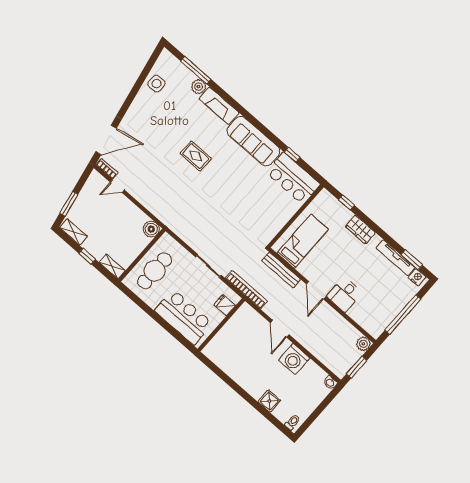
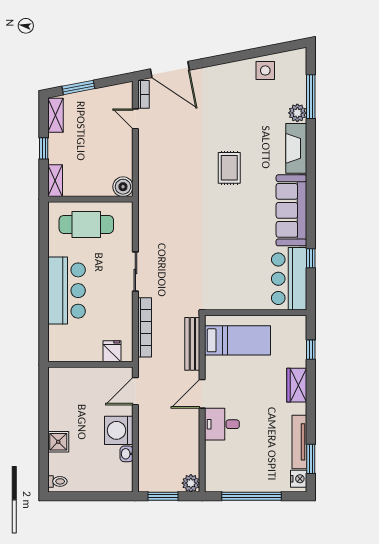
fridge: (225, 305) -> (112, 351), moved
wall: (221, 325) -> (90, 364), moved
washbasin: (330, 383) -> (127, 454), moved

